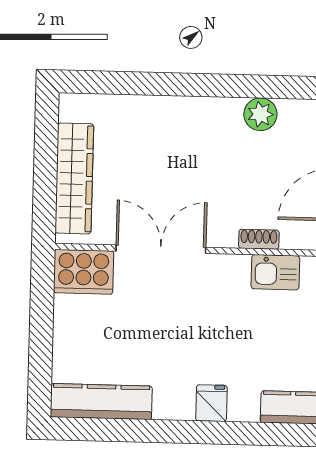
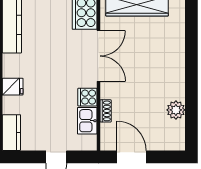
cooker: (233, 271) -> (87, 97), added

